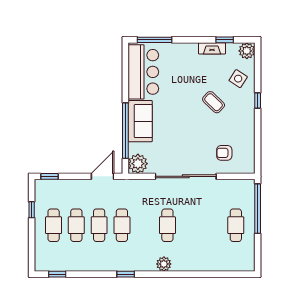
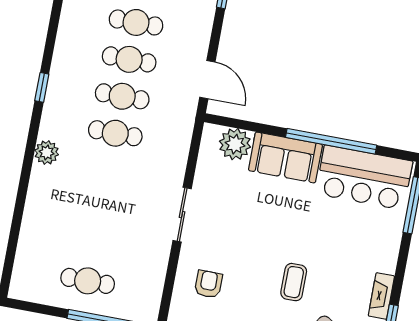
coffee table: (214, 102) -> (294, 282), turned -44
window: (125, 131) -> (331, 141), moved
plant: (138, 164) -> (235, 144), moved
sliding door: (186, 176) -> (182, 215), width x0.54
cafe table: (167, 225) -> (115, 133), moved

